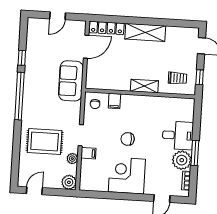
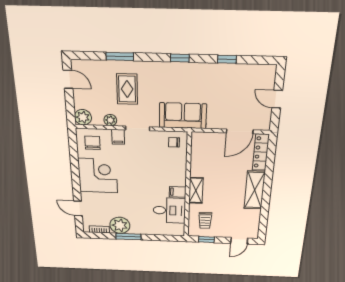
door: (86, 47) -> (240, 131), hinge flipped
sofa: (71, 81) -> (183, 116), moved
window: (19, 96) -> (180, 58), width x0.32
filing cabinet: (114, 101) -> (178, 192), moved
desk: (178, 135) -> (169, 210), moved, turned -90
chair: (128, 139) -> (92, 143), moved
rug: (45, 141) -> (127, 89), width x0.73, depth x0.70
window: (16, 145) -> (120, 56), added

